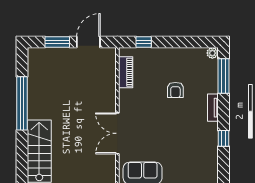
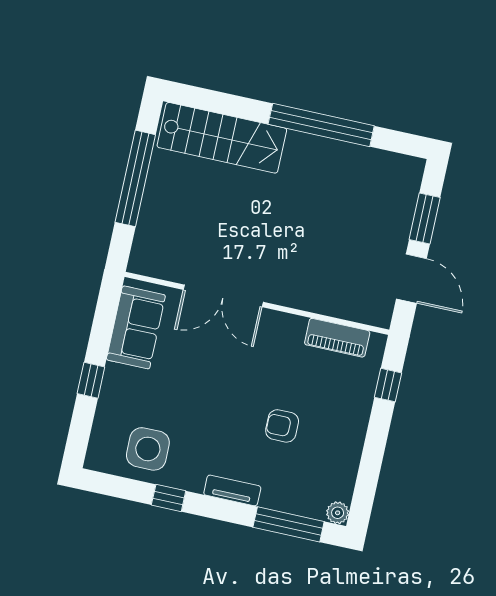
double door: (117, 133) -> (223, 296), swing flipped
side table: (201, 154) -> (148, 449), added

